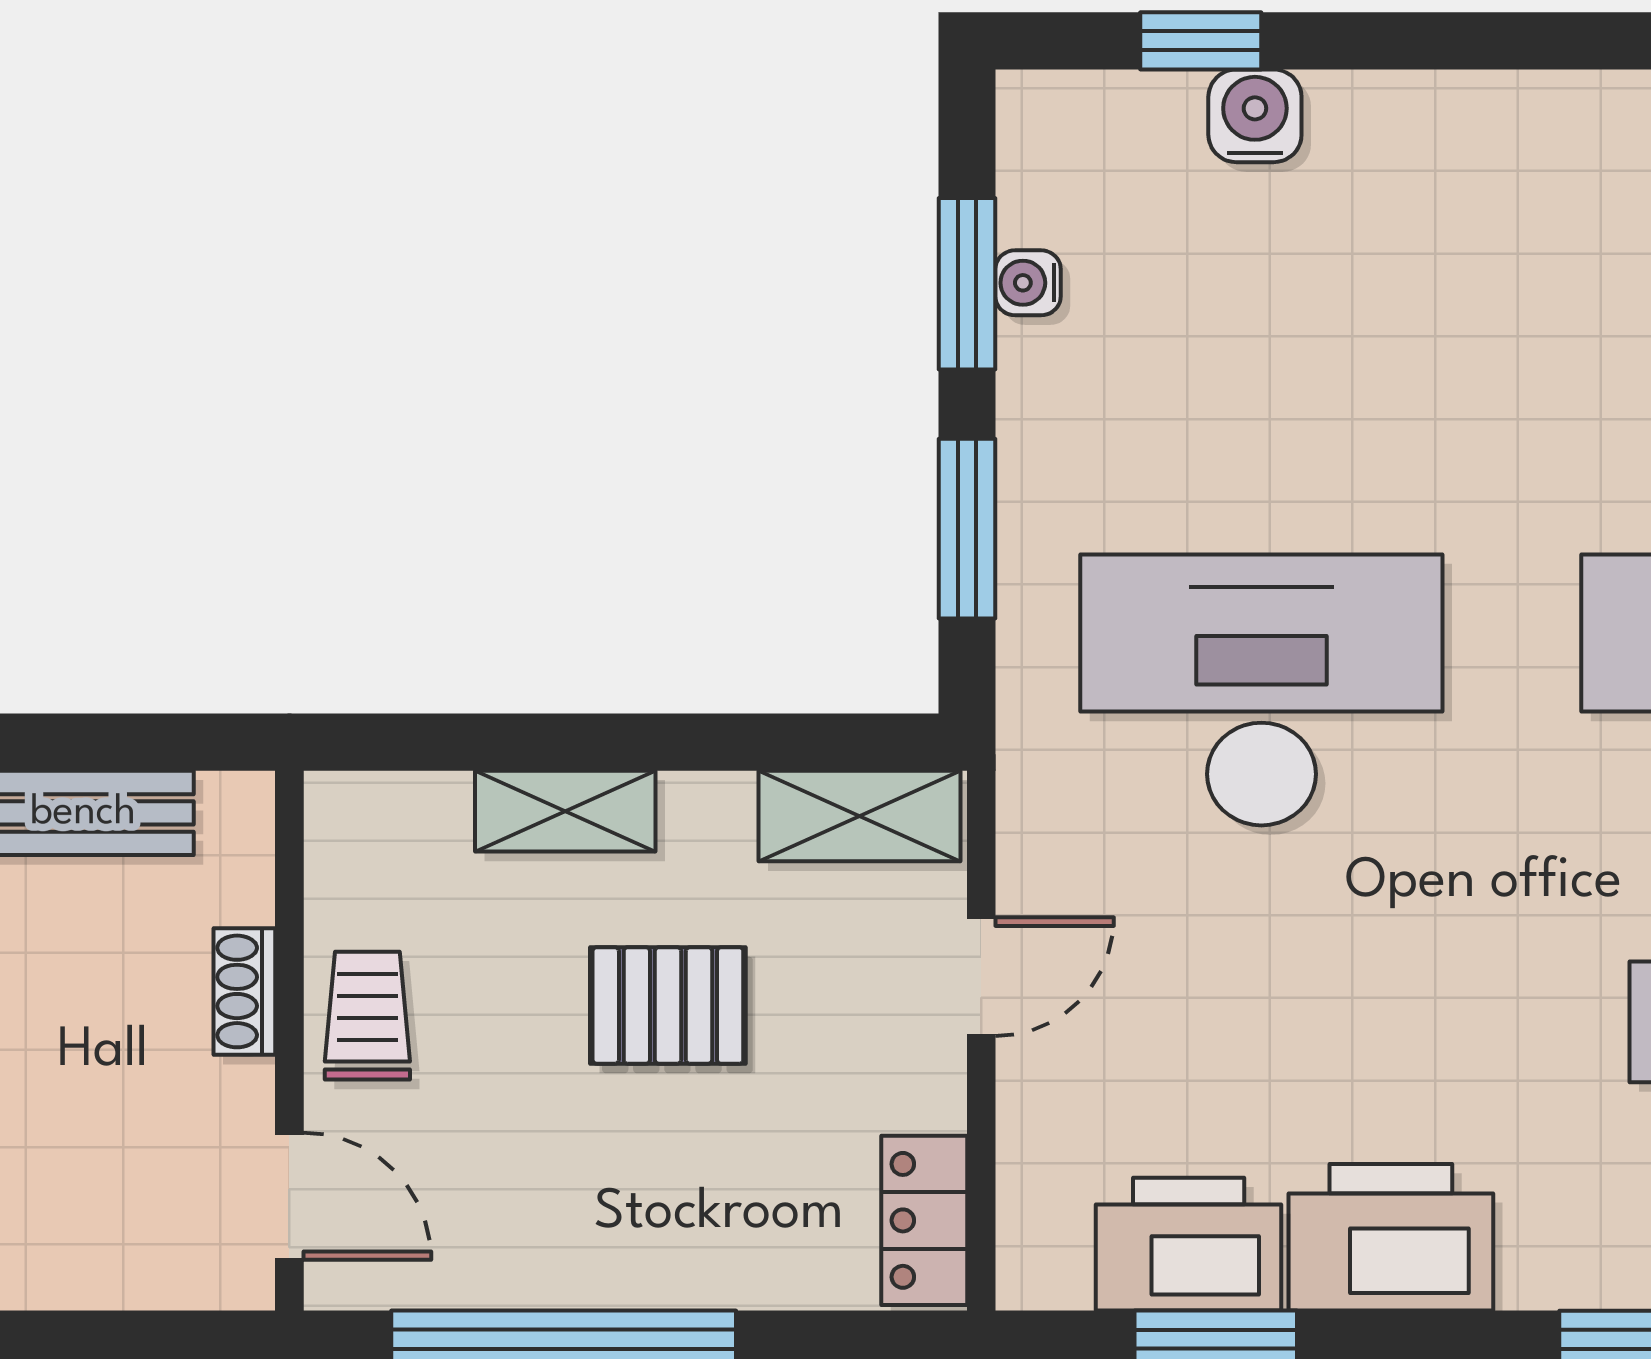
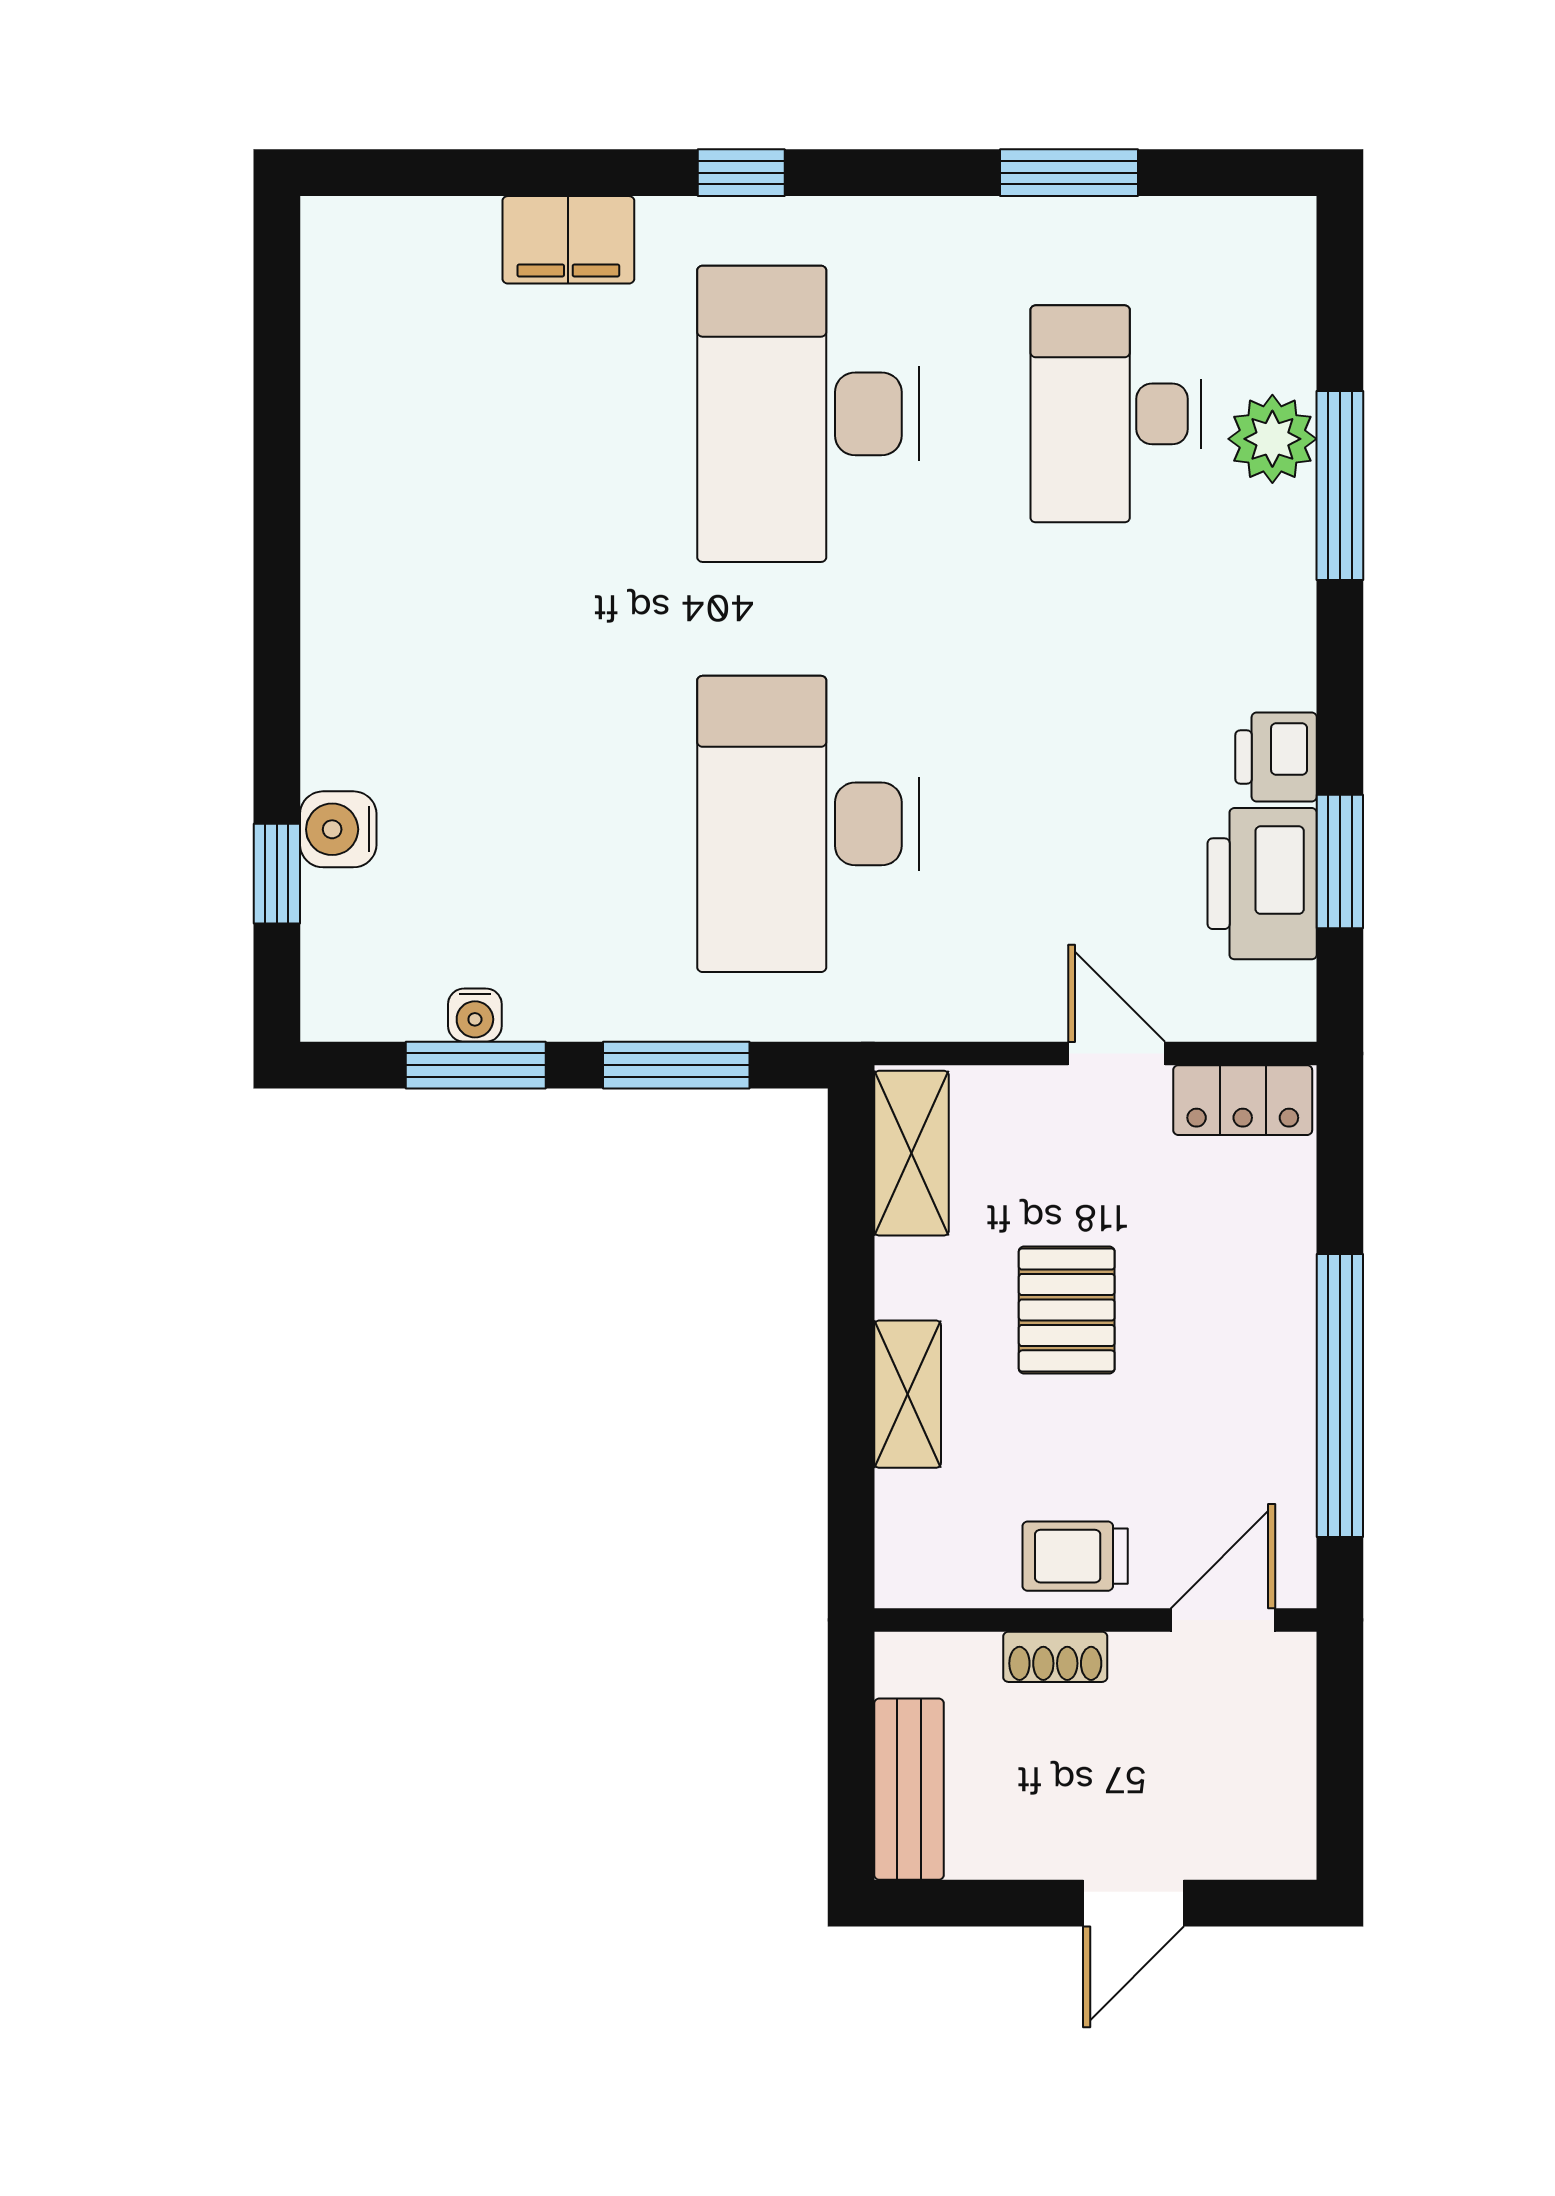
door: (981, 977) -> (1117, 1053), moved
printer: (1391, 1237) -> (1276, 757), width x0.53, depth x0.68

